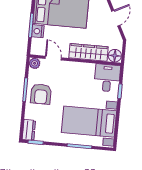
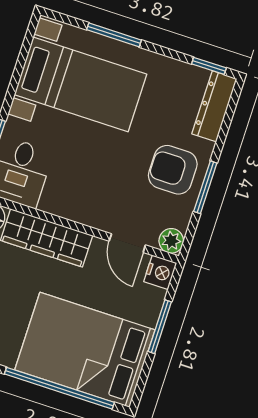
nightstand: (38, 31) -> (160, 272), moved
armchair: (41, 94) -> (173, 170), turned -90
dresser: (29, 130) -> (214, 106), width x1.44

